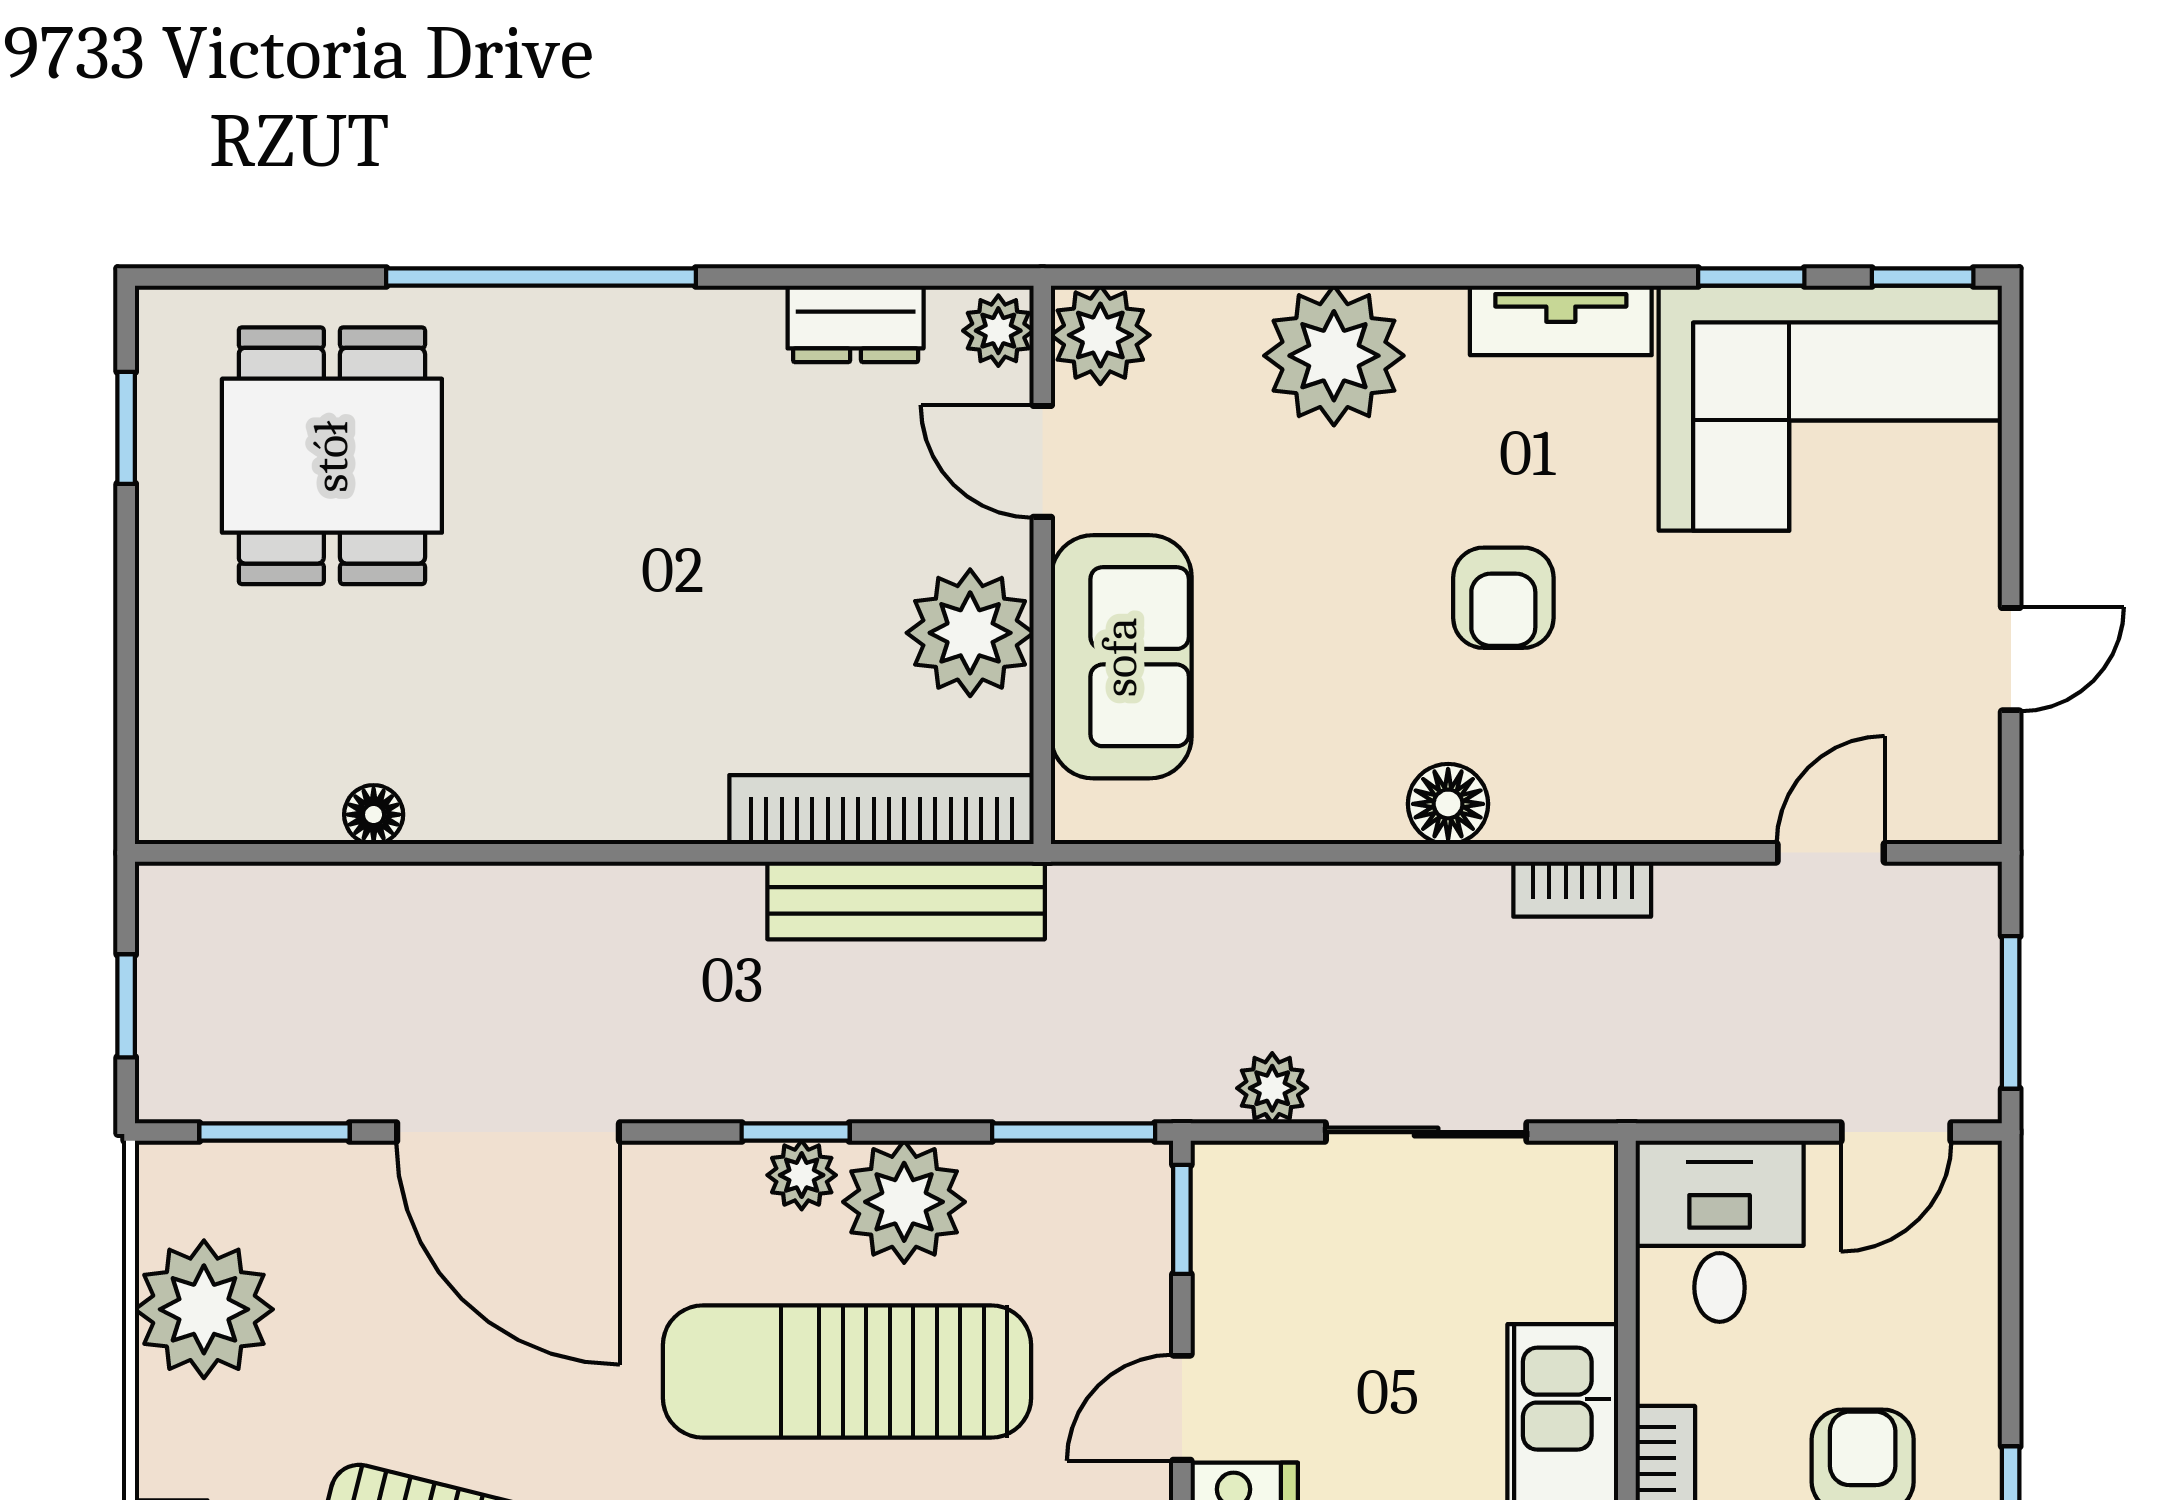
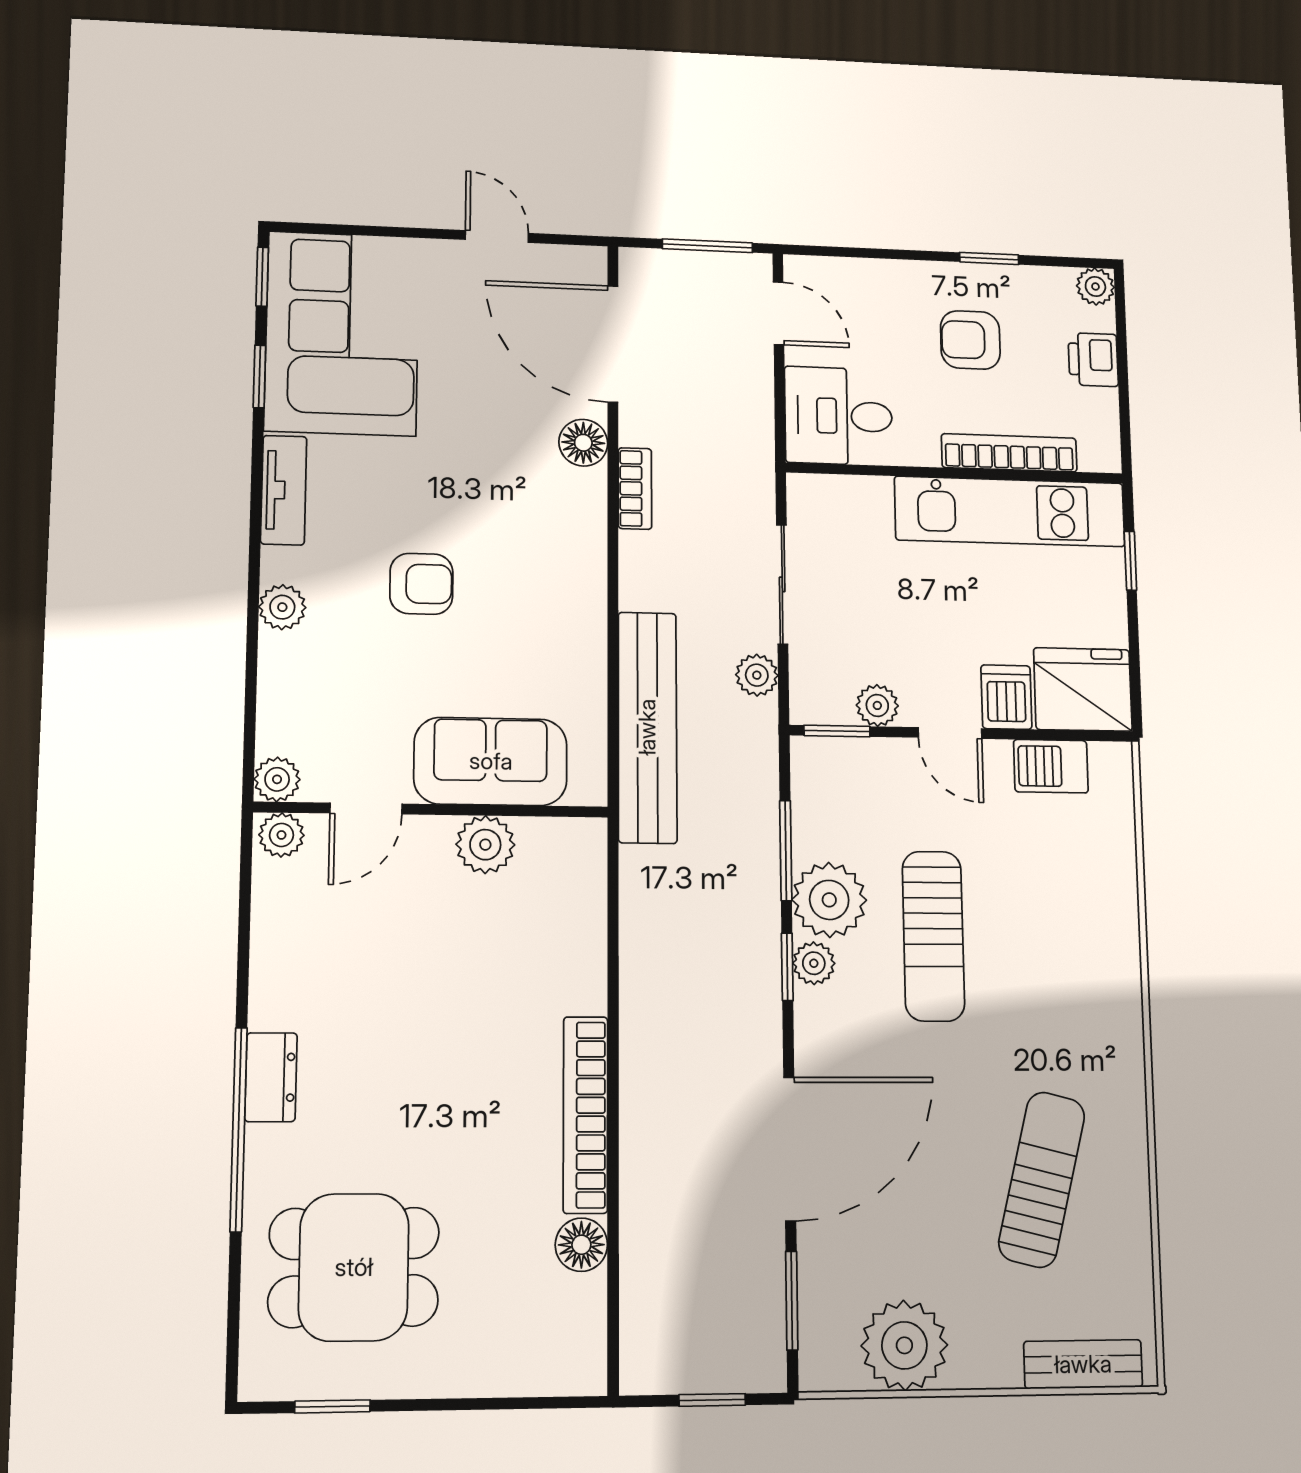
dresser: (856, 324) -> (271, 1077), moved
plant: (1100, 335) -> (277, 779), width x0.73, depth x0.73
plant: (1334, 356) -> (282, 607), width x0.53, depth x0.53
armchair: (1503, 598) -> (421, 584), moved
plant: (970, 633) -> (485, 845), width x0.73, depth x0.73
floor lamp: (1448, 804) -> (583, 443), moved
bookcase: (881, 810) -> (585, 1115), moved
floor lamp: (374, 815) -> (581, 1245), width x1.37, depth x1.37
door: (1831, 853) -> (613, 344), width x1.87
bench: (906, 900) -> (647, 727), moved, width x1.37, depth x1.21
window: (1074, 1132) -> (786, 851), moved
plant: (1226, 1287) -> (877, 705), added
sun lounger: (847, 1372) -> (933, 936), width x0.73, depth x0.75

